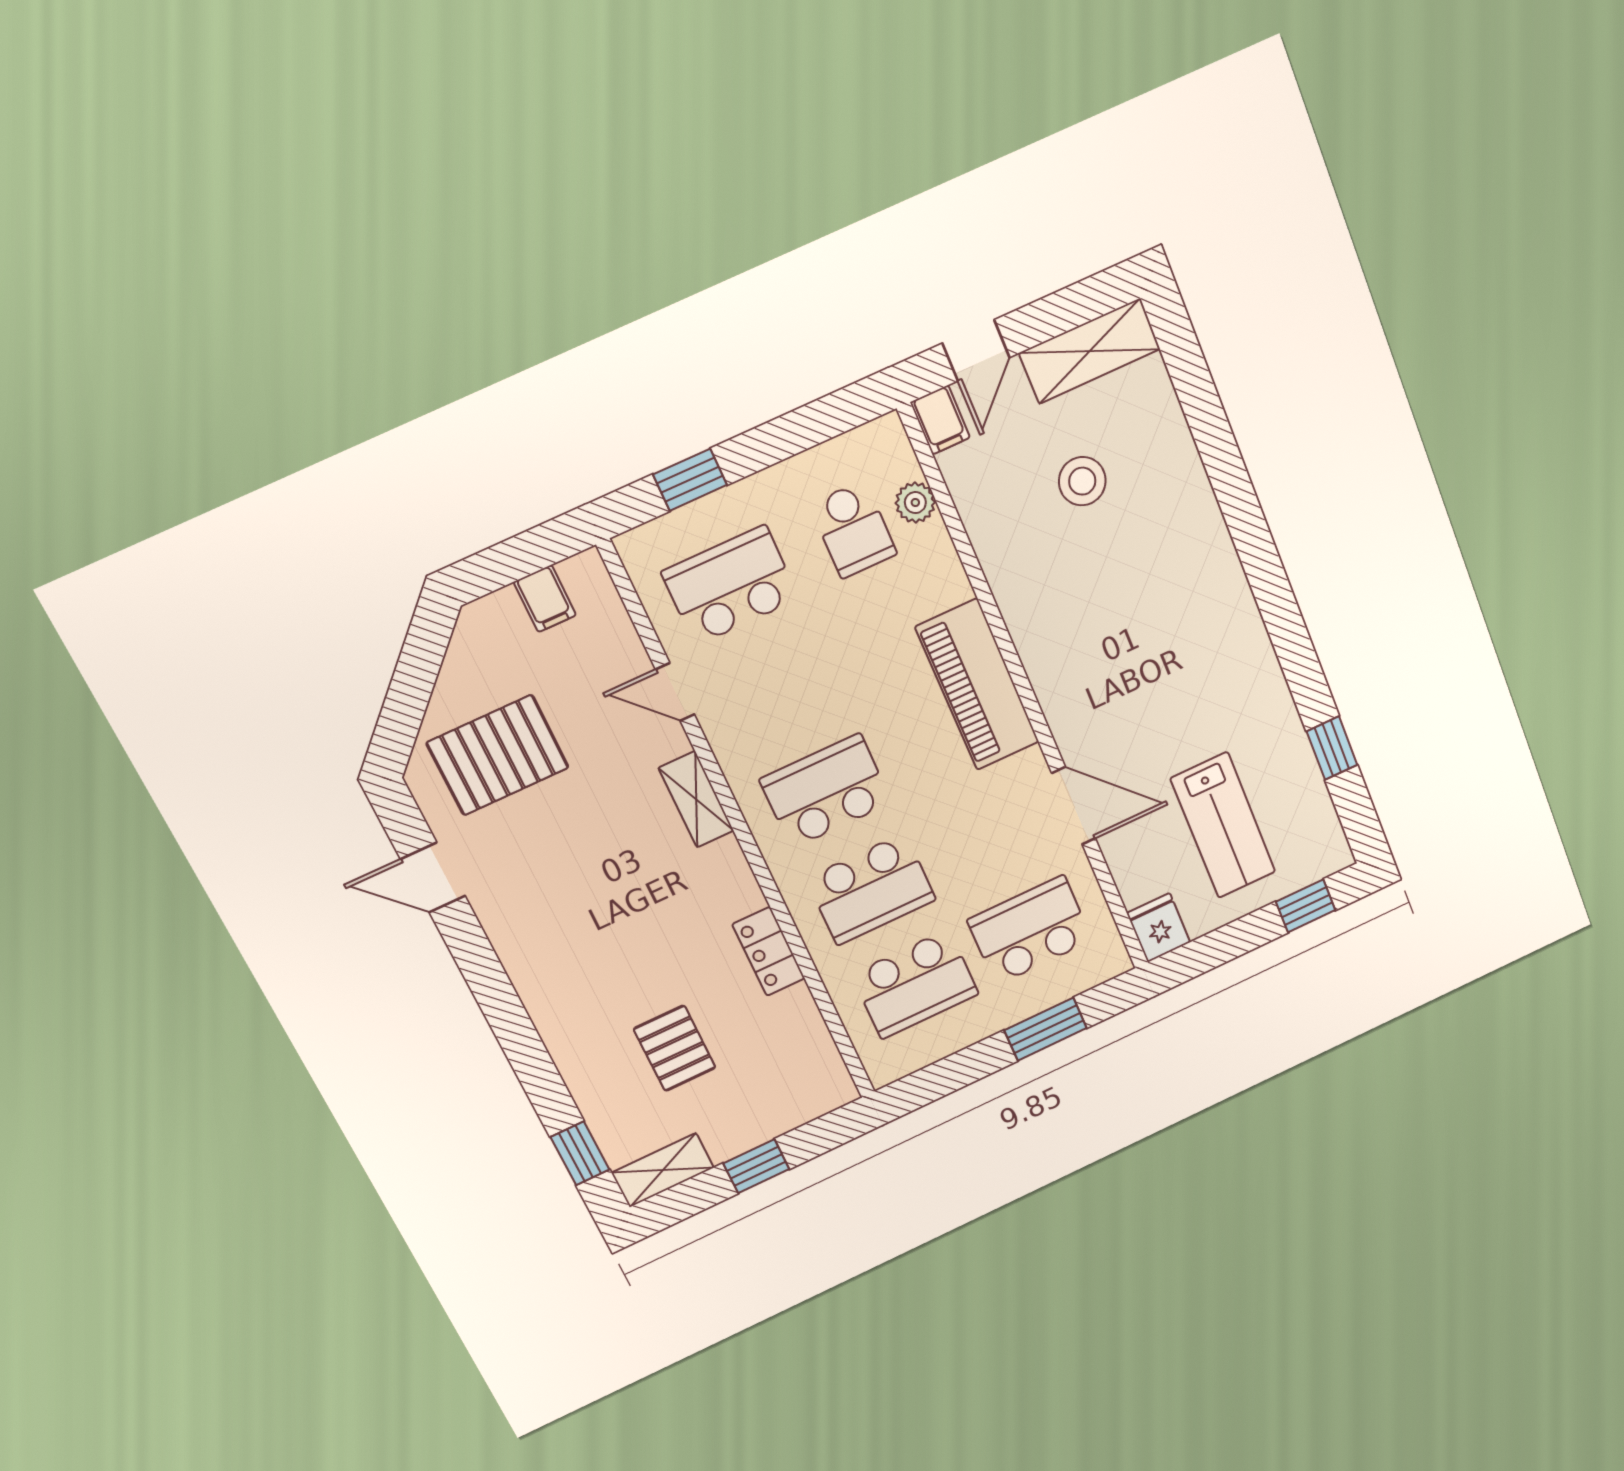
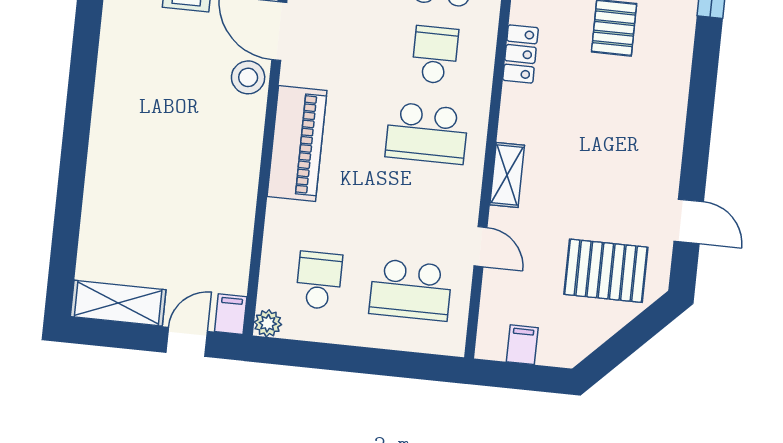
window: (690, 480) -> (398, 364), removed
stool: (1082, 481) -> (248, 77), moved
plant: (915, 503) -> (268, 323), moved
school desk: (871, 889) -> (435, 55), width x0.54

